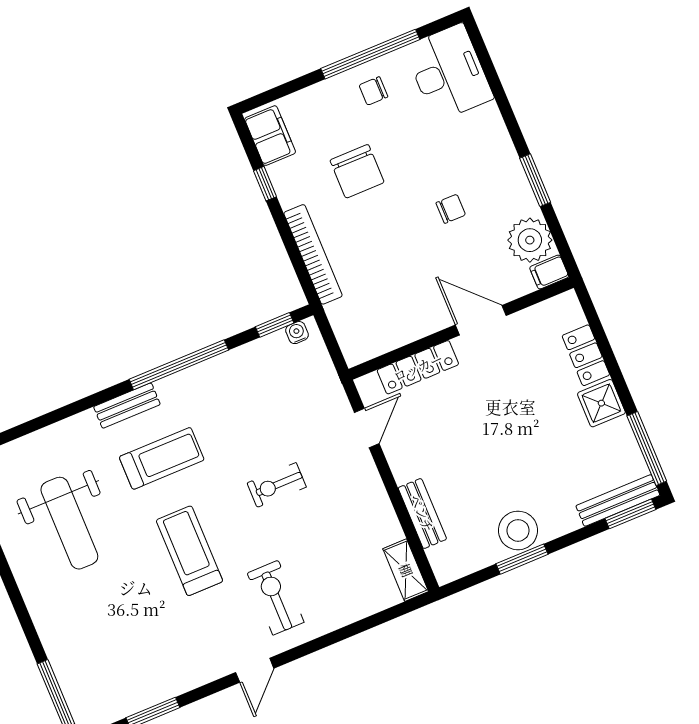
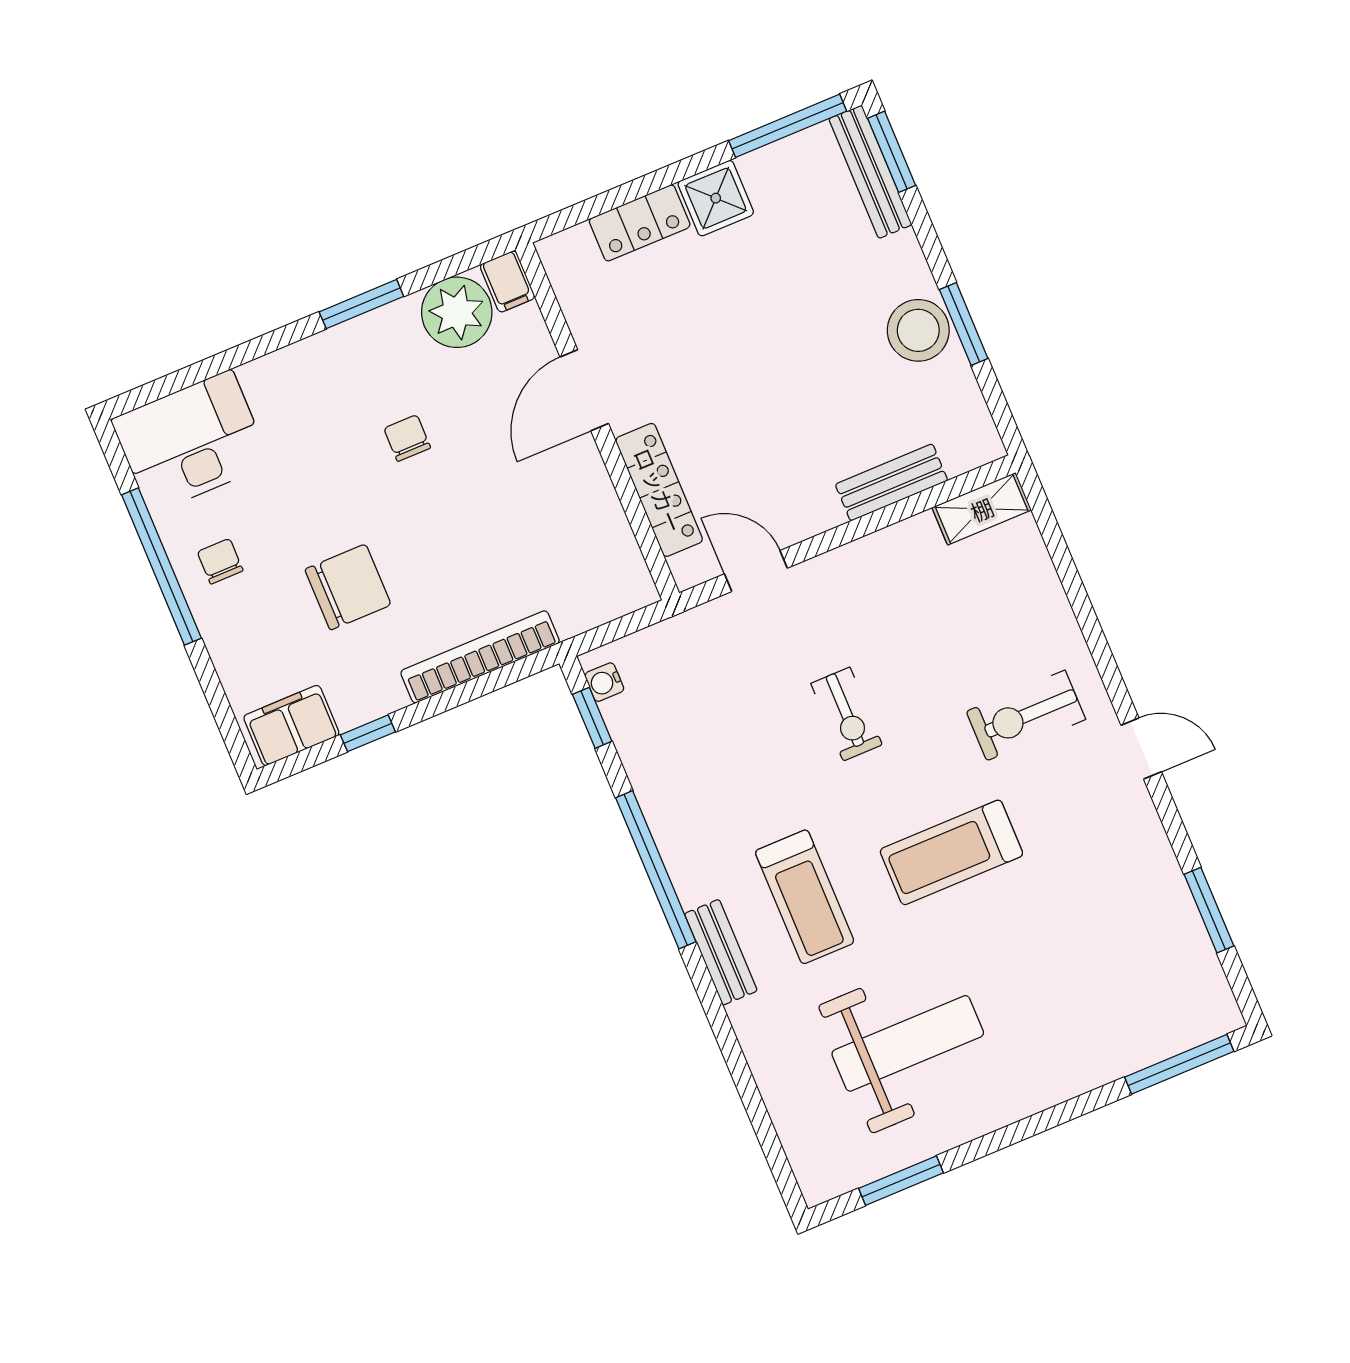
chair: (373, 91) -> (220, 561), turned 180
treadmill: (162, 458) -> (805, 897), turned 180

